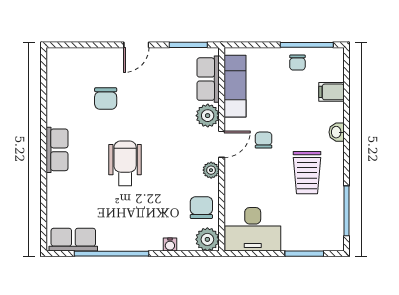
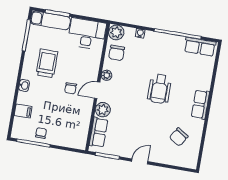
exam couch: (235, 86) -> (50, 20), moved, turned -90
chair: (106, 99) -> (179, 137), moved, turned -148

